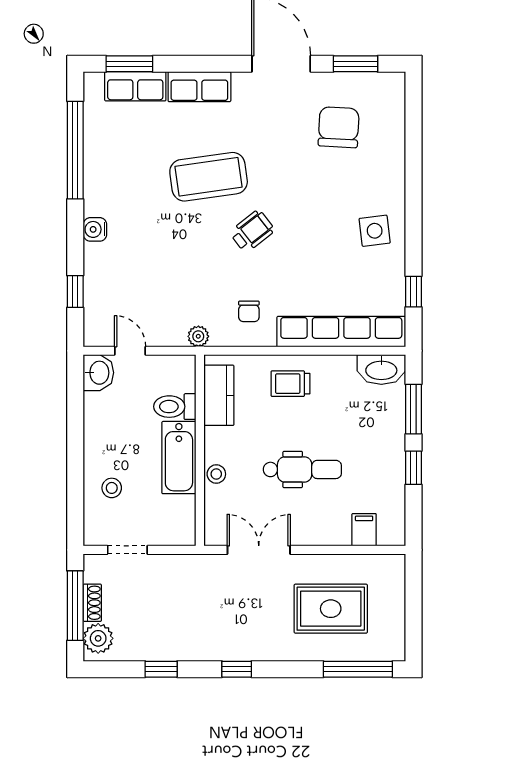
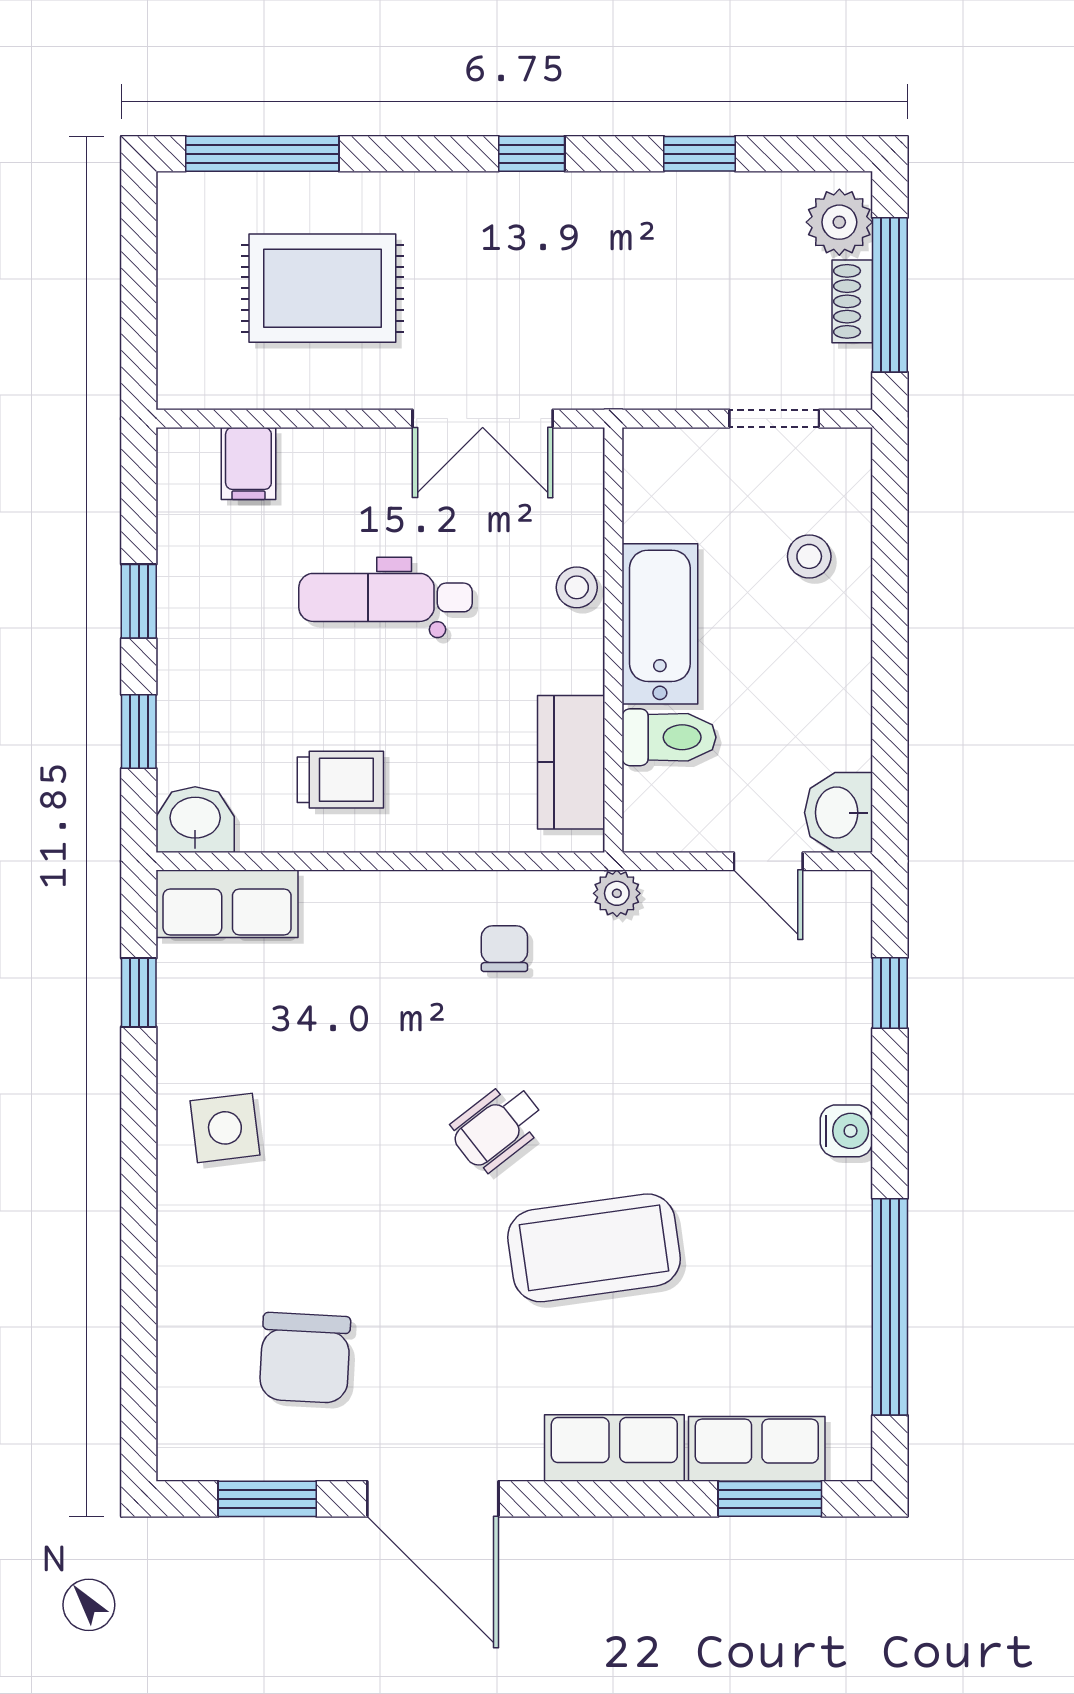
row of seats: (341, 332) -> (227, 904), width x0.50
washbasin: (381, 369) -> (195, 820), width x0.72
trolley: (290, 384) -> (340, 780), moved
window: (413, 409) -> (139, 732), width x0.67

